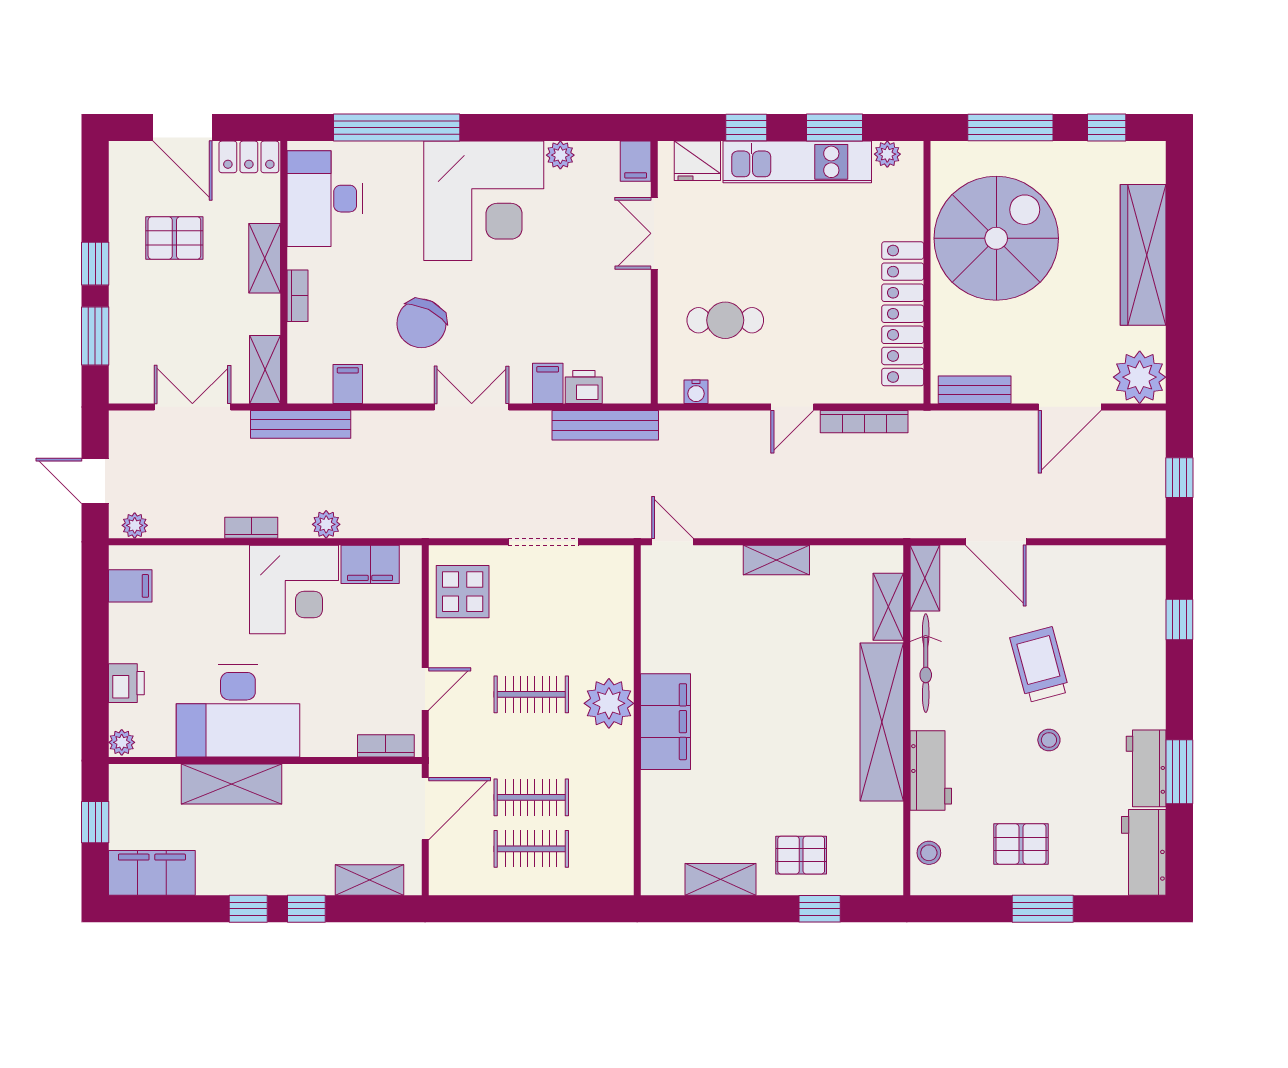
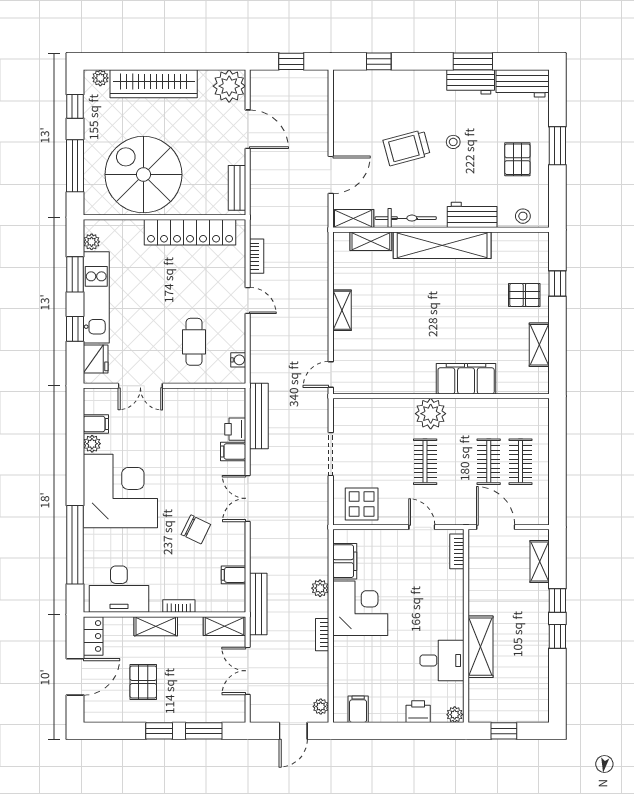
filing cabinet: (636, 161) -> (96, 424), moved
plant: (1153, 168) -> (100, 78), added
chair: (421, 323) -> (196, 529), width x0.73, depth x0.73
bookcase: (864, 422) -> (257, 256), width x0.64
desk: (238, 711) -> (442, 660), width x0.53, depth x0.77
filing cabinet: (666, 722) -> (466, 379), moved
pallet: (801, 855) -> (524, 295), turned 90
filing cabinet: (152, 873) -> (535, 696), removed

